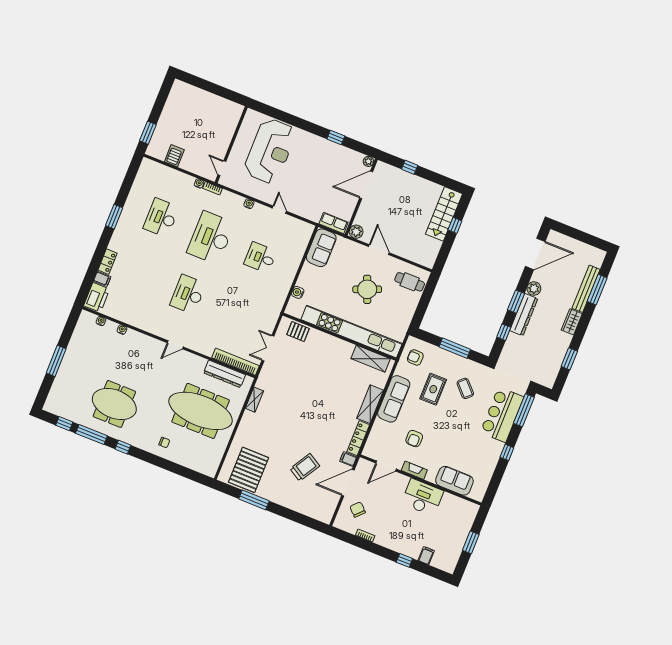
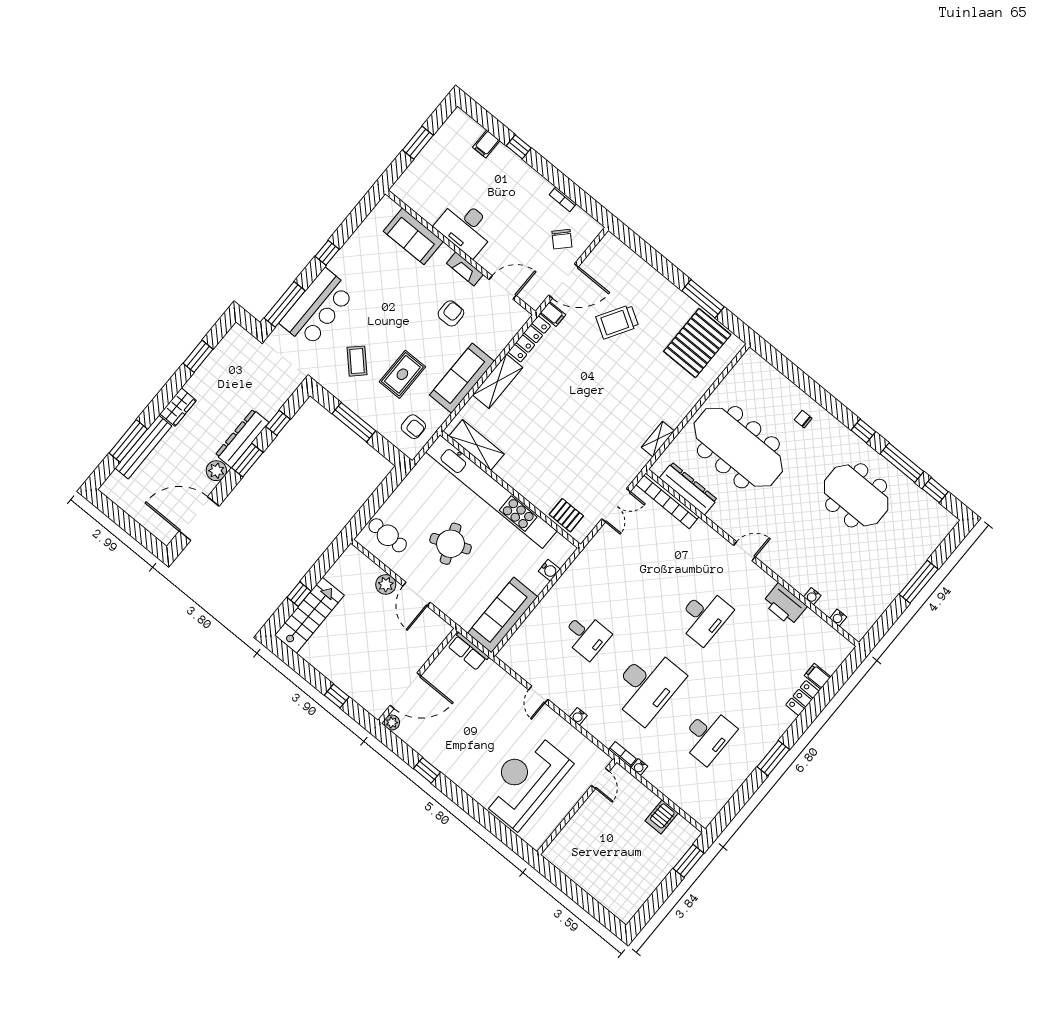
plant: (356, 232) -> (386, 584), moved
sofa: (321, 248) -> (503, 615), width x1.36
printer: (97, 297) -> (785, 605), moved, turned -90

